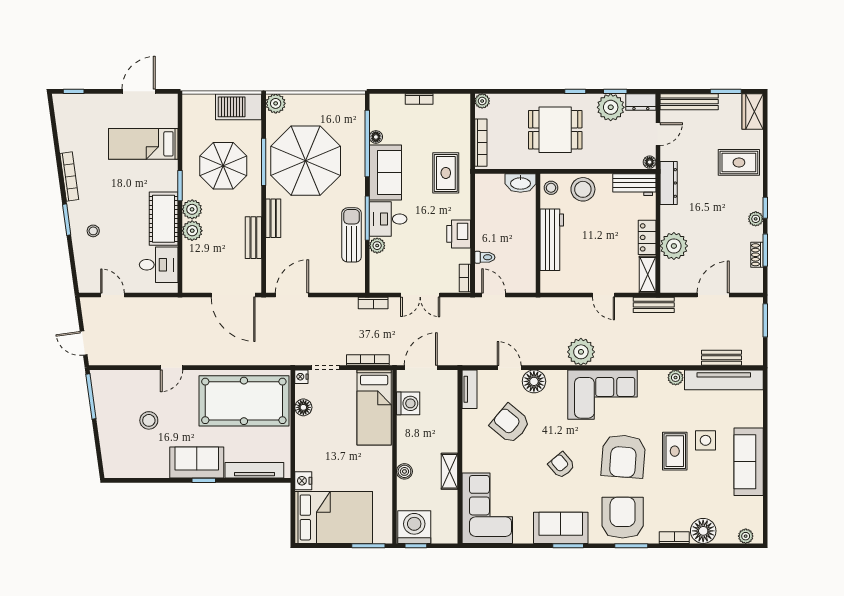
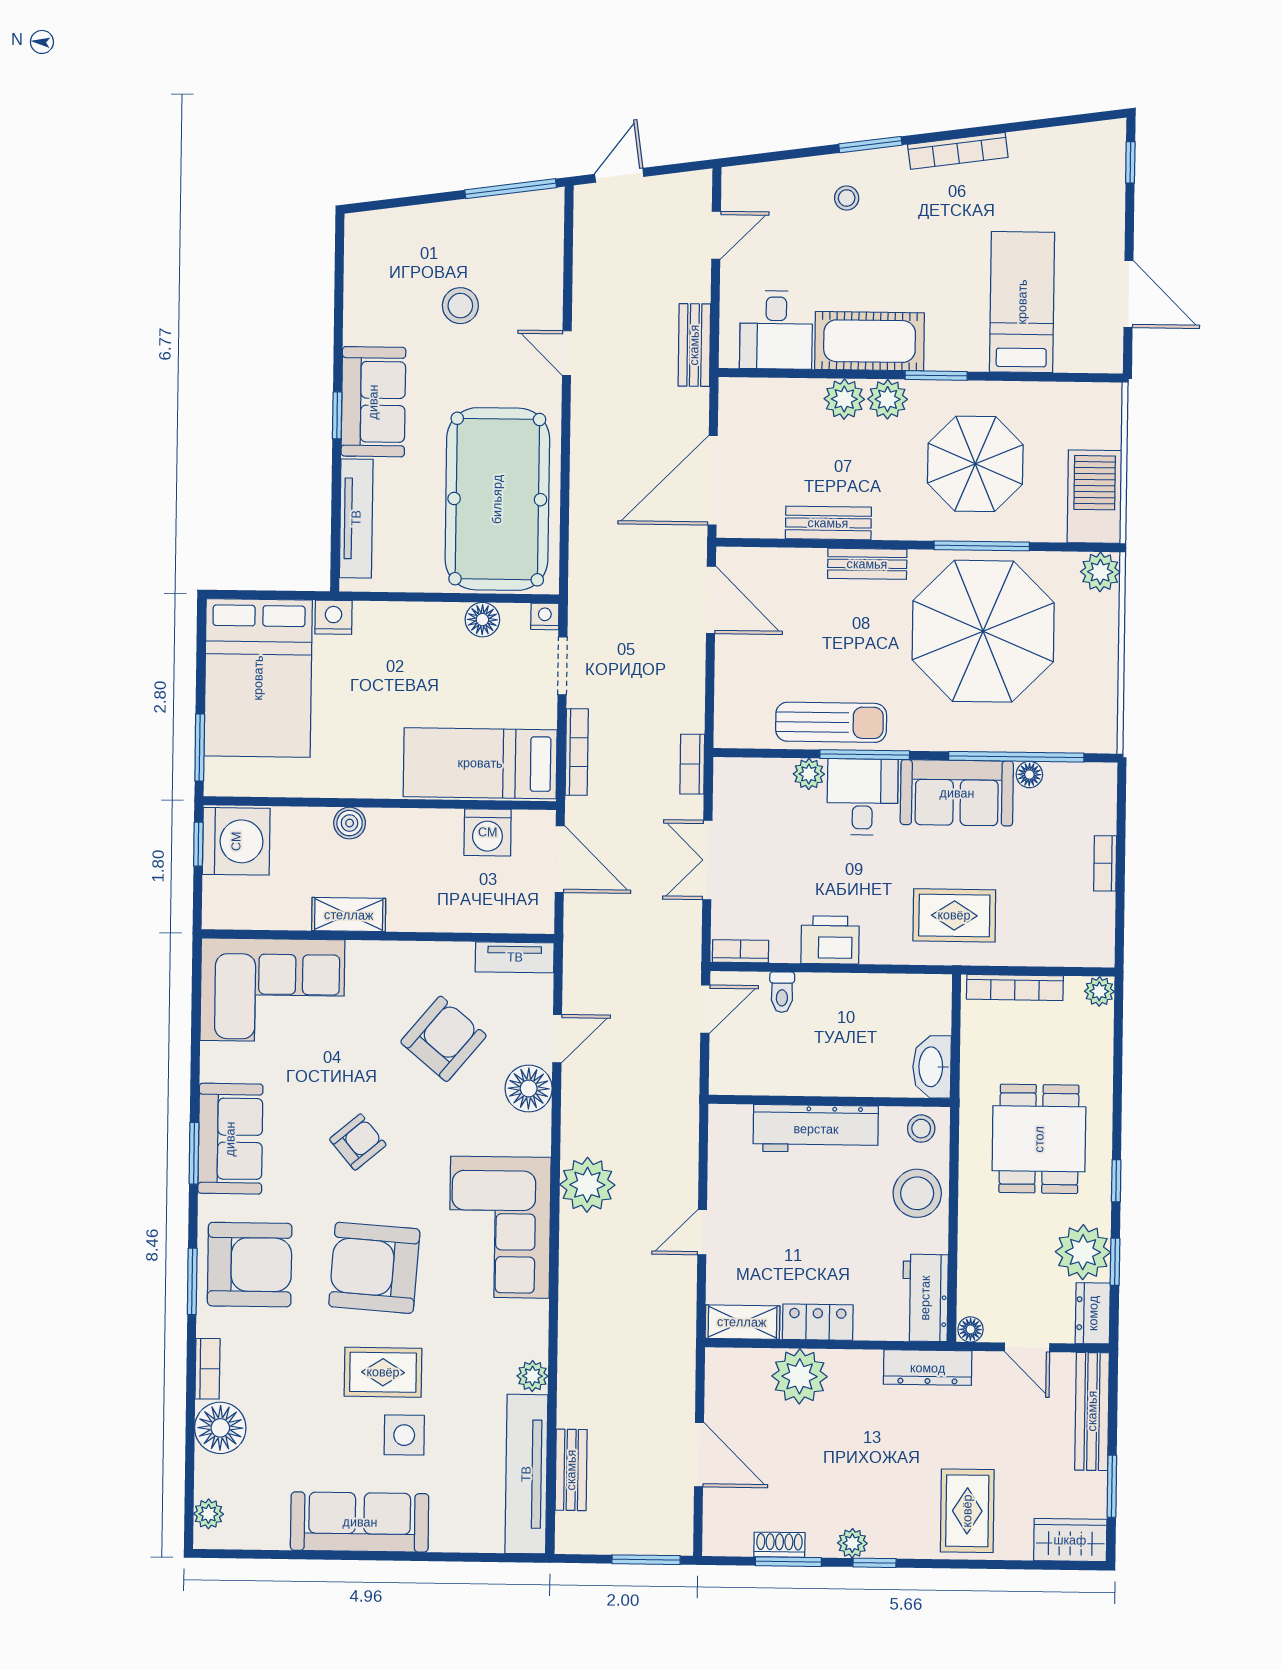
bench: (654, 305) -> (694, 345), moved

